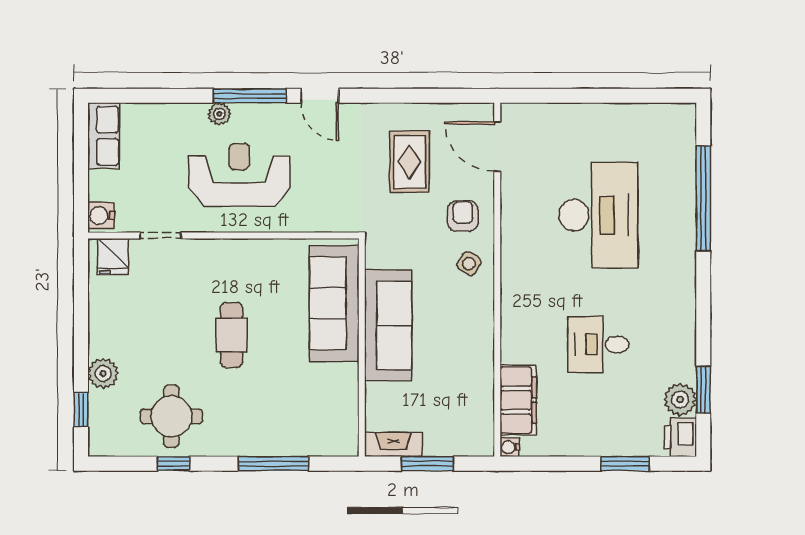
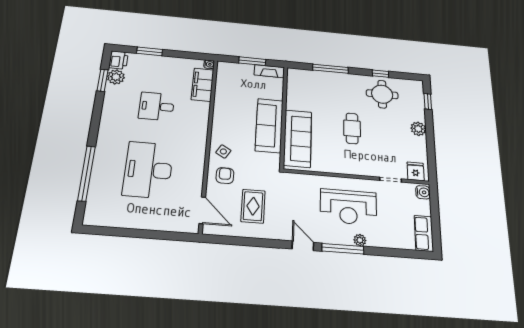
armchair: (463, 216) -> (225, 176), turned 180
desk: (598, 344) -> (157, 106), turned 180
plant: (103, 373) -> (418, 129), moved

